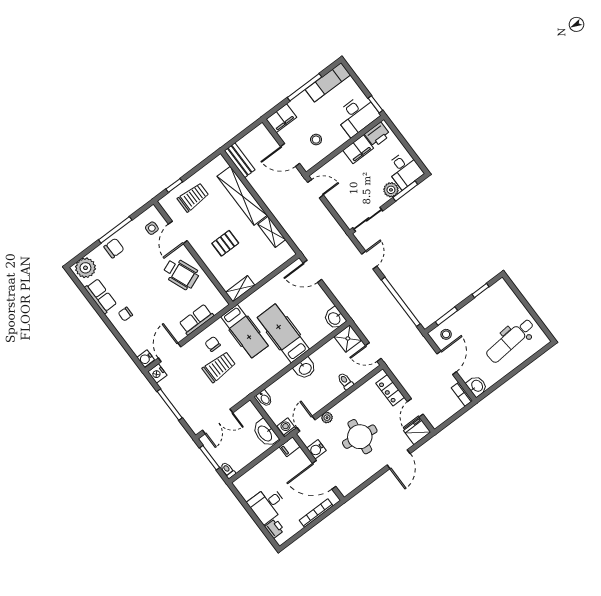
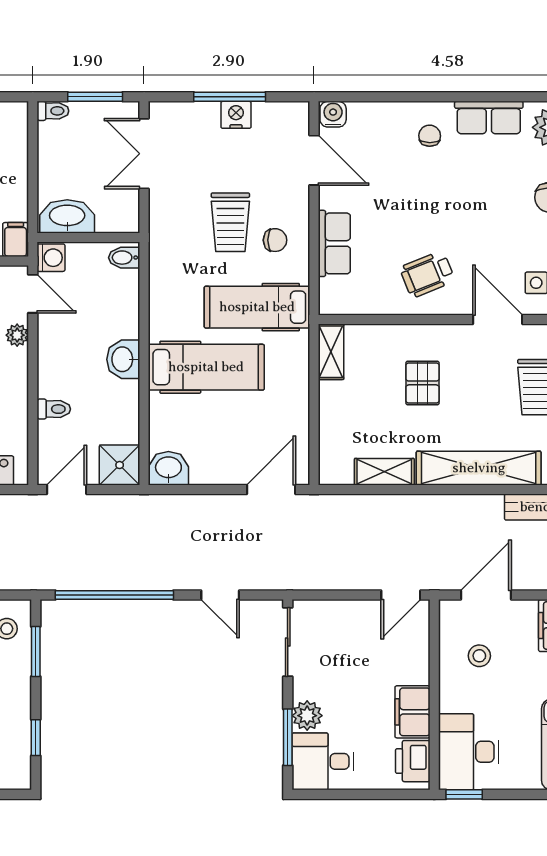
wheelchair: (181, 274) -> (427, 274), width x0.73, depth x0.73
nightstand: (157, 373) -> (236, 115), moved

